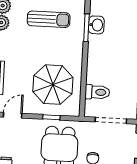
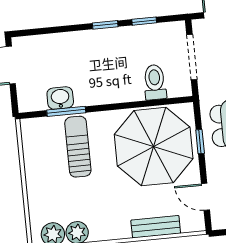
sun lounger: (49, 19) -> (78, 147), moved
parasol: (53, 85) -> (154, 147), width x1.36, depth x1.36

